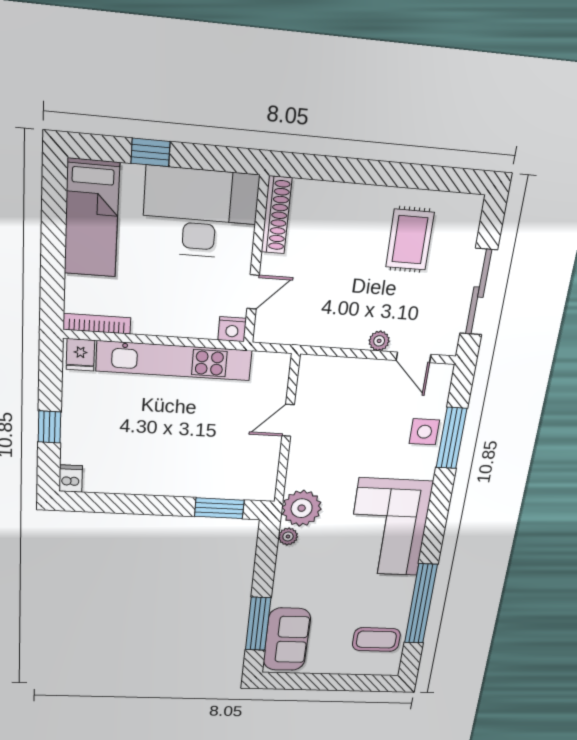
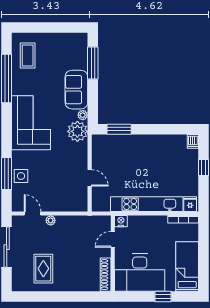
door: (288, 420) -> (90, 178), hinge flipped
sofa: (287, 639) -> (76, 90), moved
coffee table: (376, 640) -> (28, 56), turned 90

